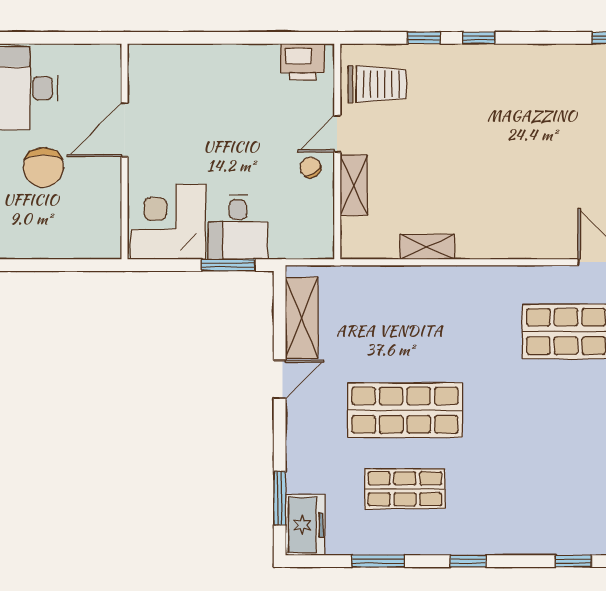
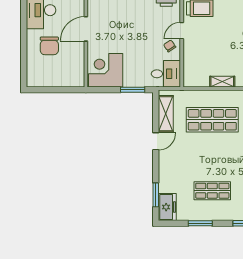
shelving: (354, 185) -> (189, 54), removed
desk: (238, 227) -> (166, 74), moved, turned -90
shop shelf: (405, 410) -> (212, 120), moved

